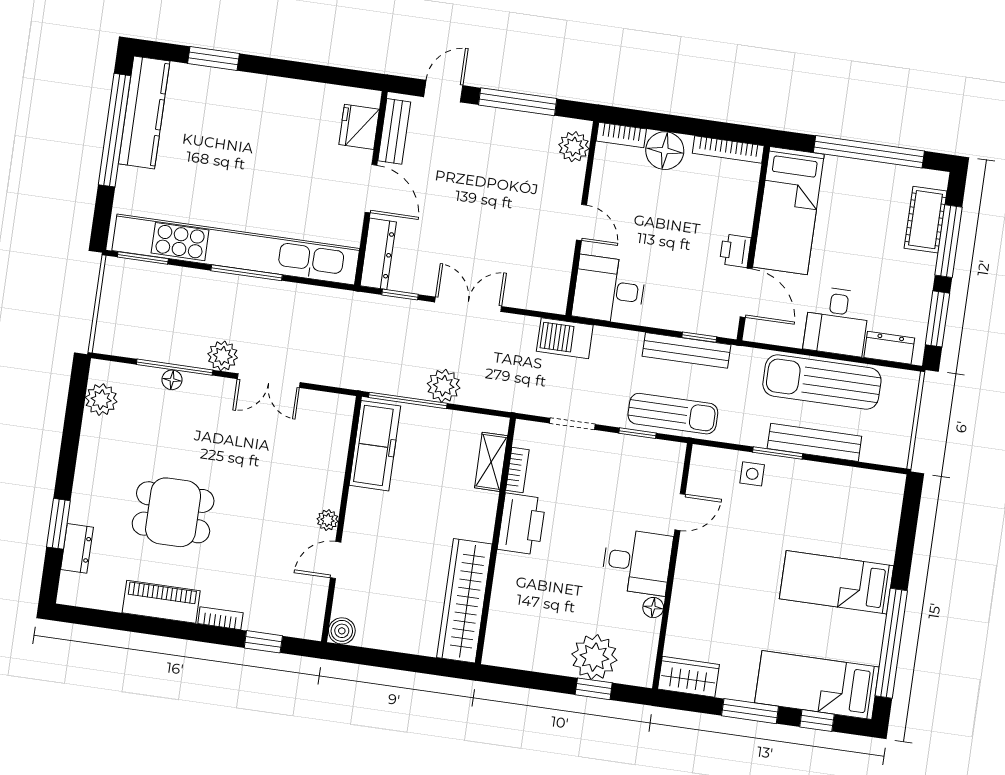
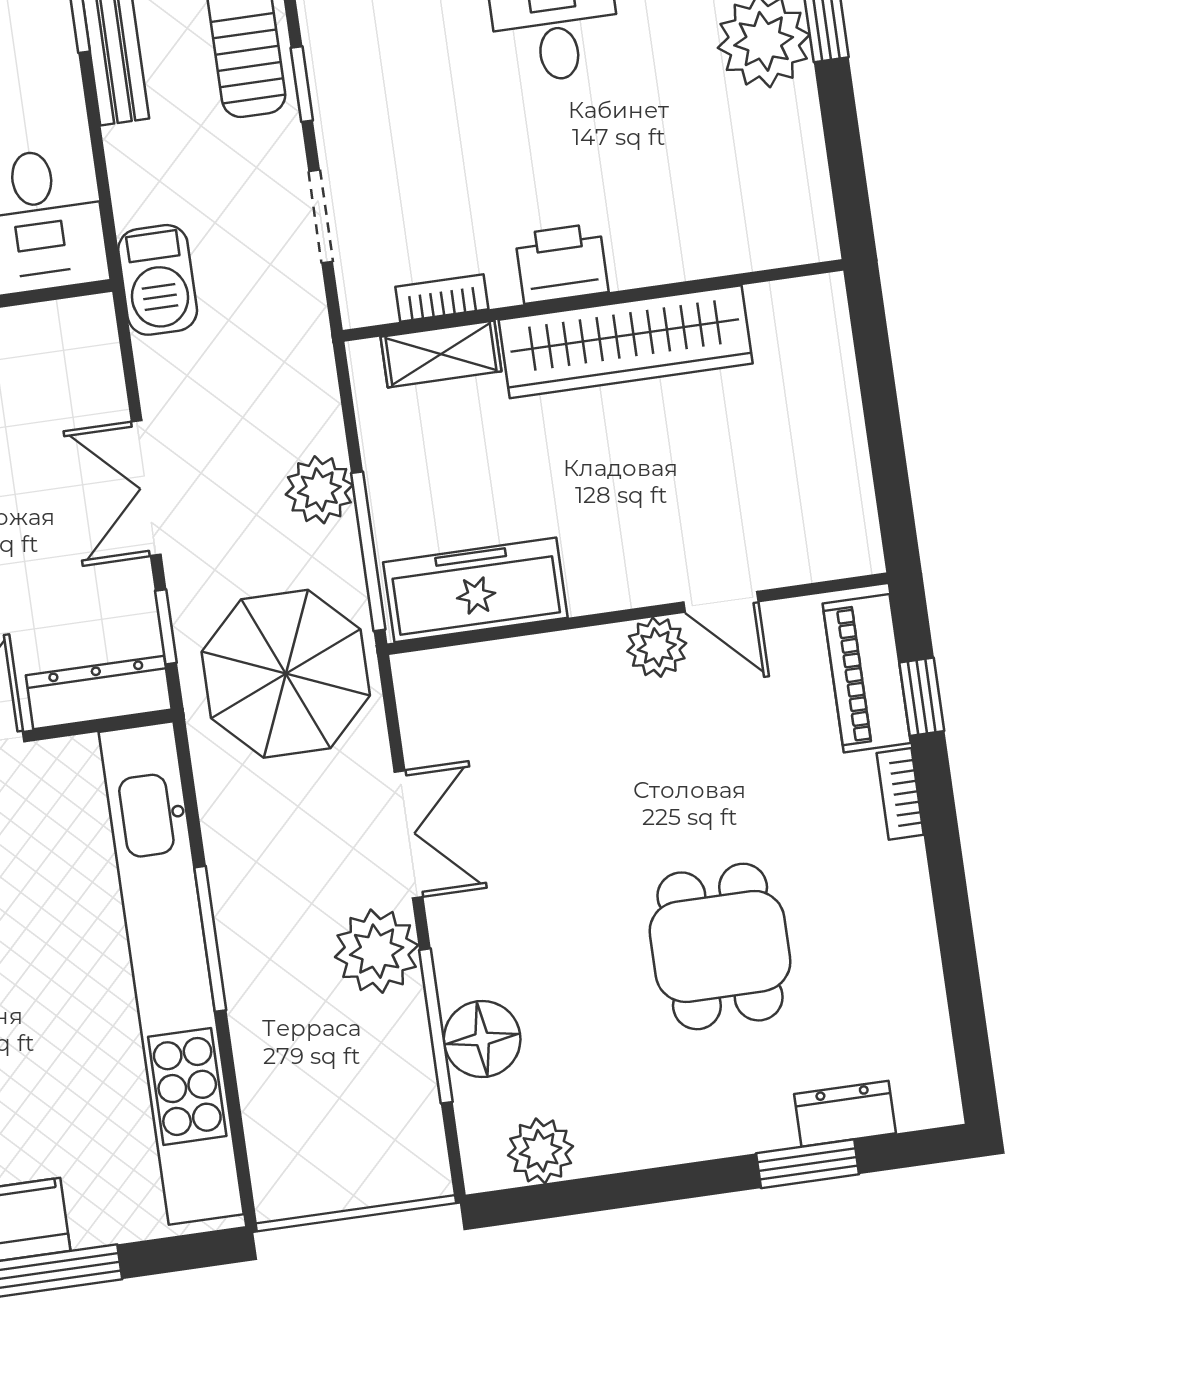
window: (143, 258) -> (240, 1150), removed
parasol: (361, 345) -> (286, 674), added
plant: (223, 356) -> (377, 951), width x1.36, depth x1.36
floor lamp: (172, 380) -> (482, 1039), width x1.89, depth x1.89
plant: (328, 520) -> (657, 647), width x1.38, depth x1.38
printer: (522, 524) -> (562, 263), width x0.73, depth x0.84
wardrobe: (464, 601) -> (626, 342), moved
piano: (161, 602) -> (867, 673), moved
boiler: (342, 631) -> (856, 550), removed

